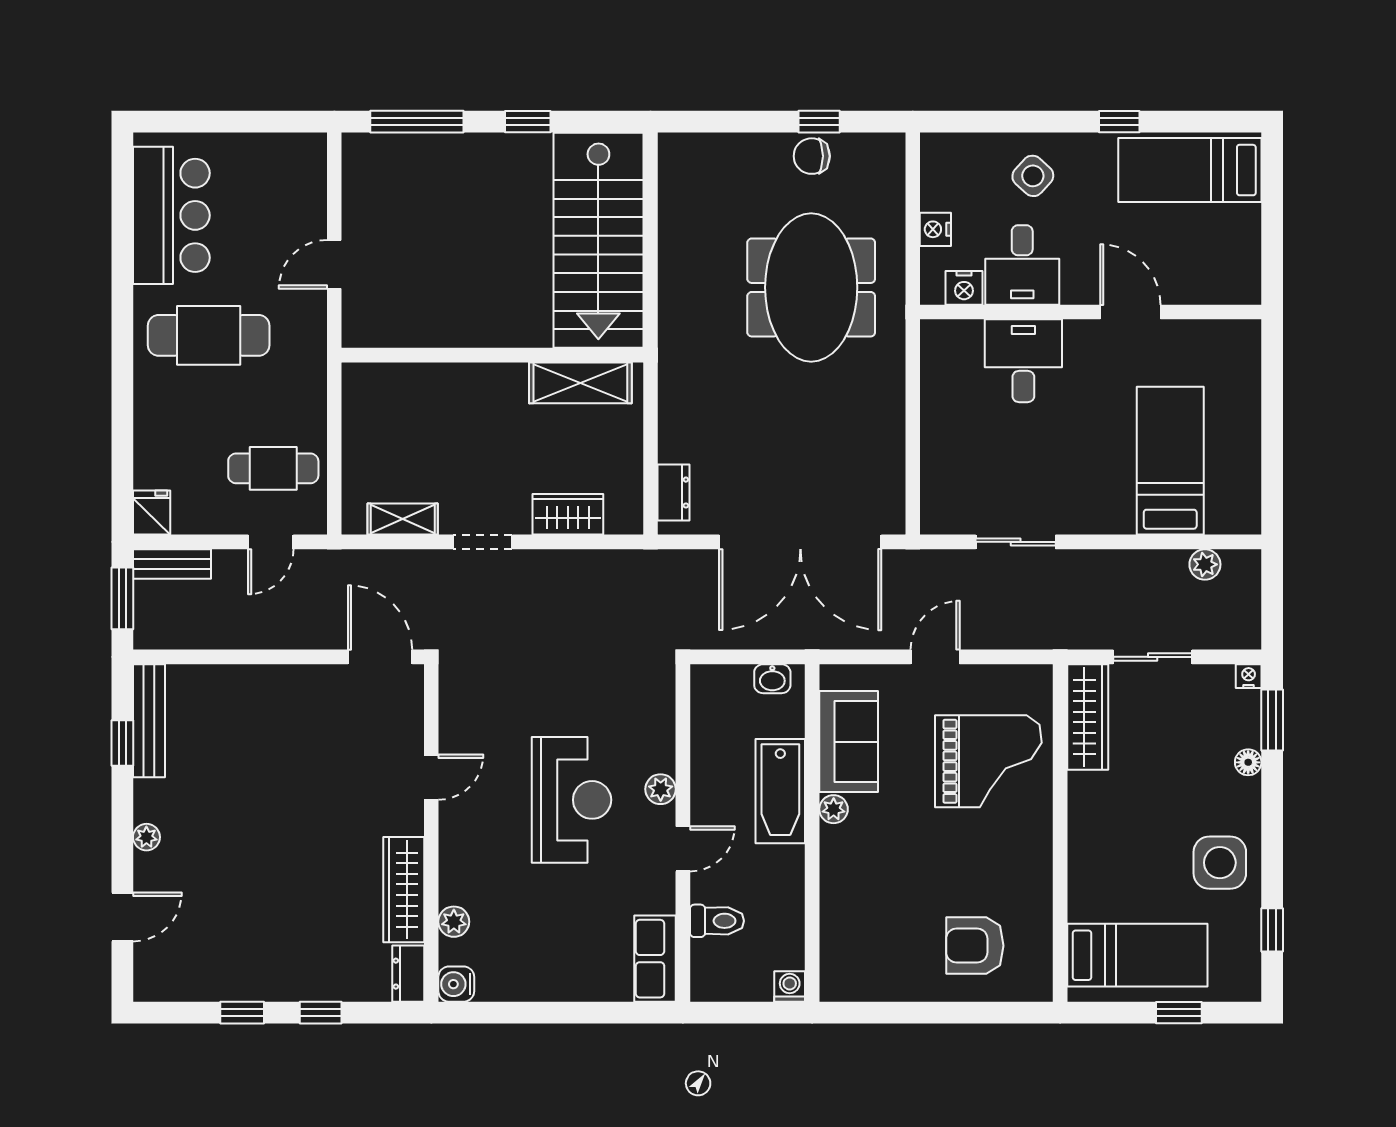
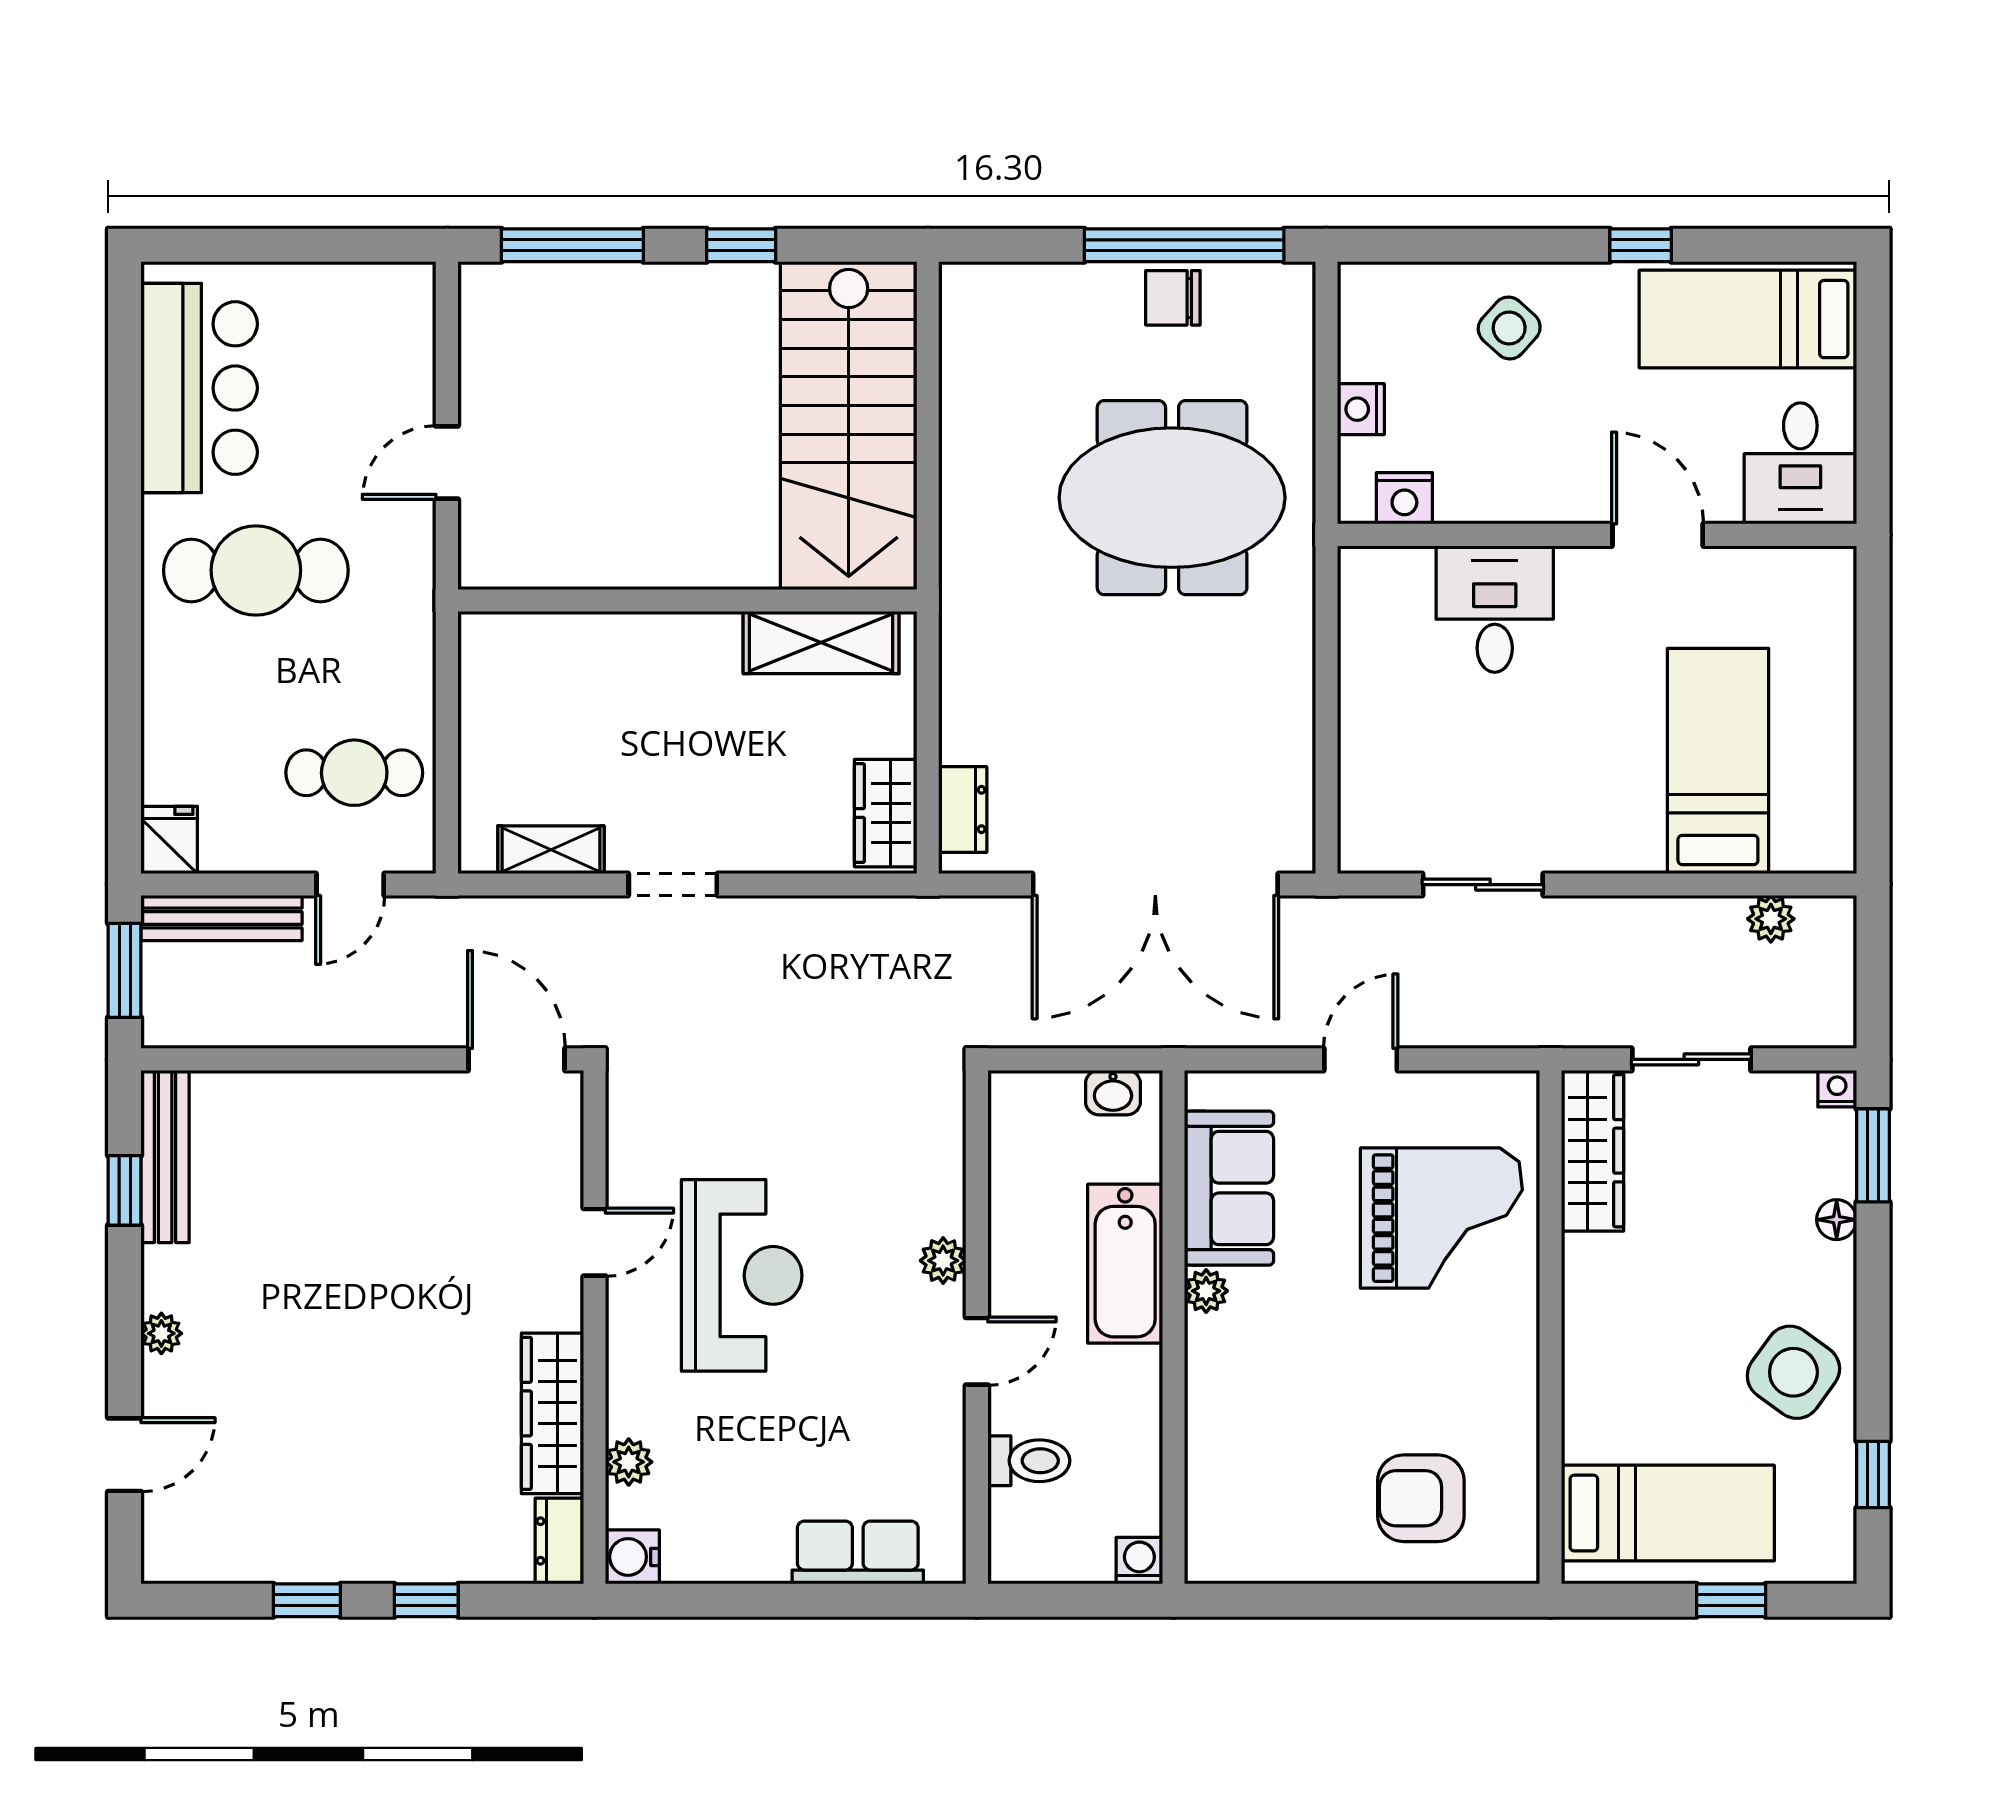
window: (819, 122) -> (1184, 245), width x3.17
desk: (1022, 265) -> (1800, 463), moved
meeting table: (811, 287) -> (1172, 498), turned 90
wardrobe: (568, 514) -> (886, 813), moved, turned -90
bench: (172, 564) -> (222, 918), width x1.36
reception desk: (571, 800) -> (742, 1275), moved
side table: (1220, 863) -> (1793, 1372), turned 36
row of seats: (655, 959) -> (858, 1552), moved, turned 90

